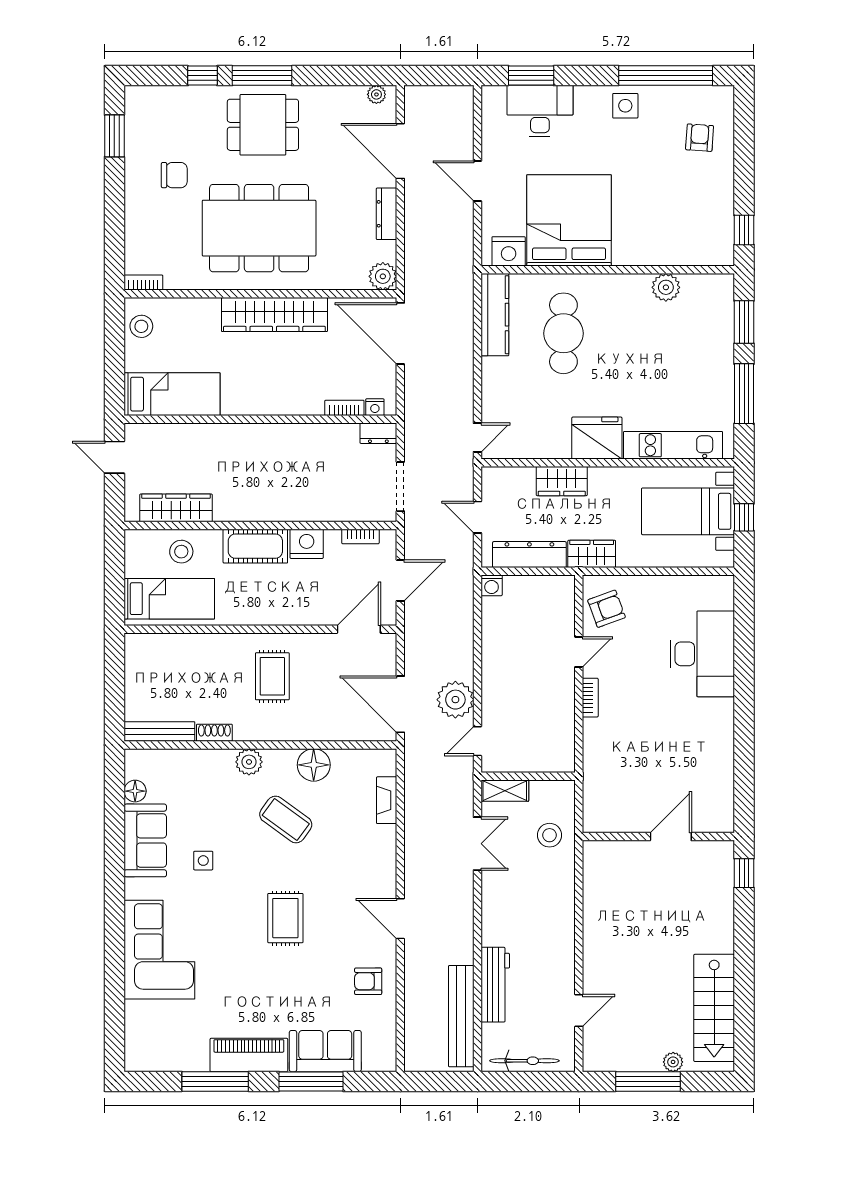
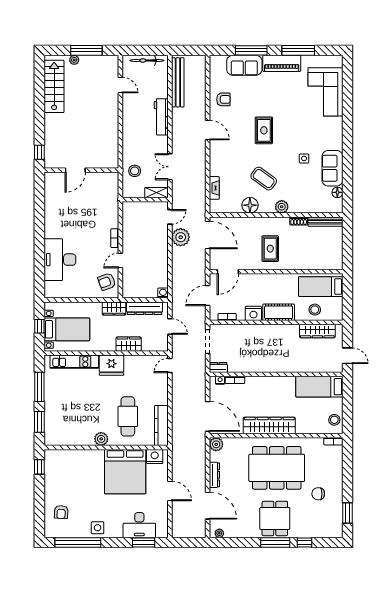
dining table: (263, 125) -> (275, 518), turned 90
plant: (666, 287) -> (101, 439), moved
corner sofa: (159, 950) -> (325, 92), moved
workbench: (495, 985) -> (161, 117), moved
door: (579, 1011) -> (120, 85), swing flipped

